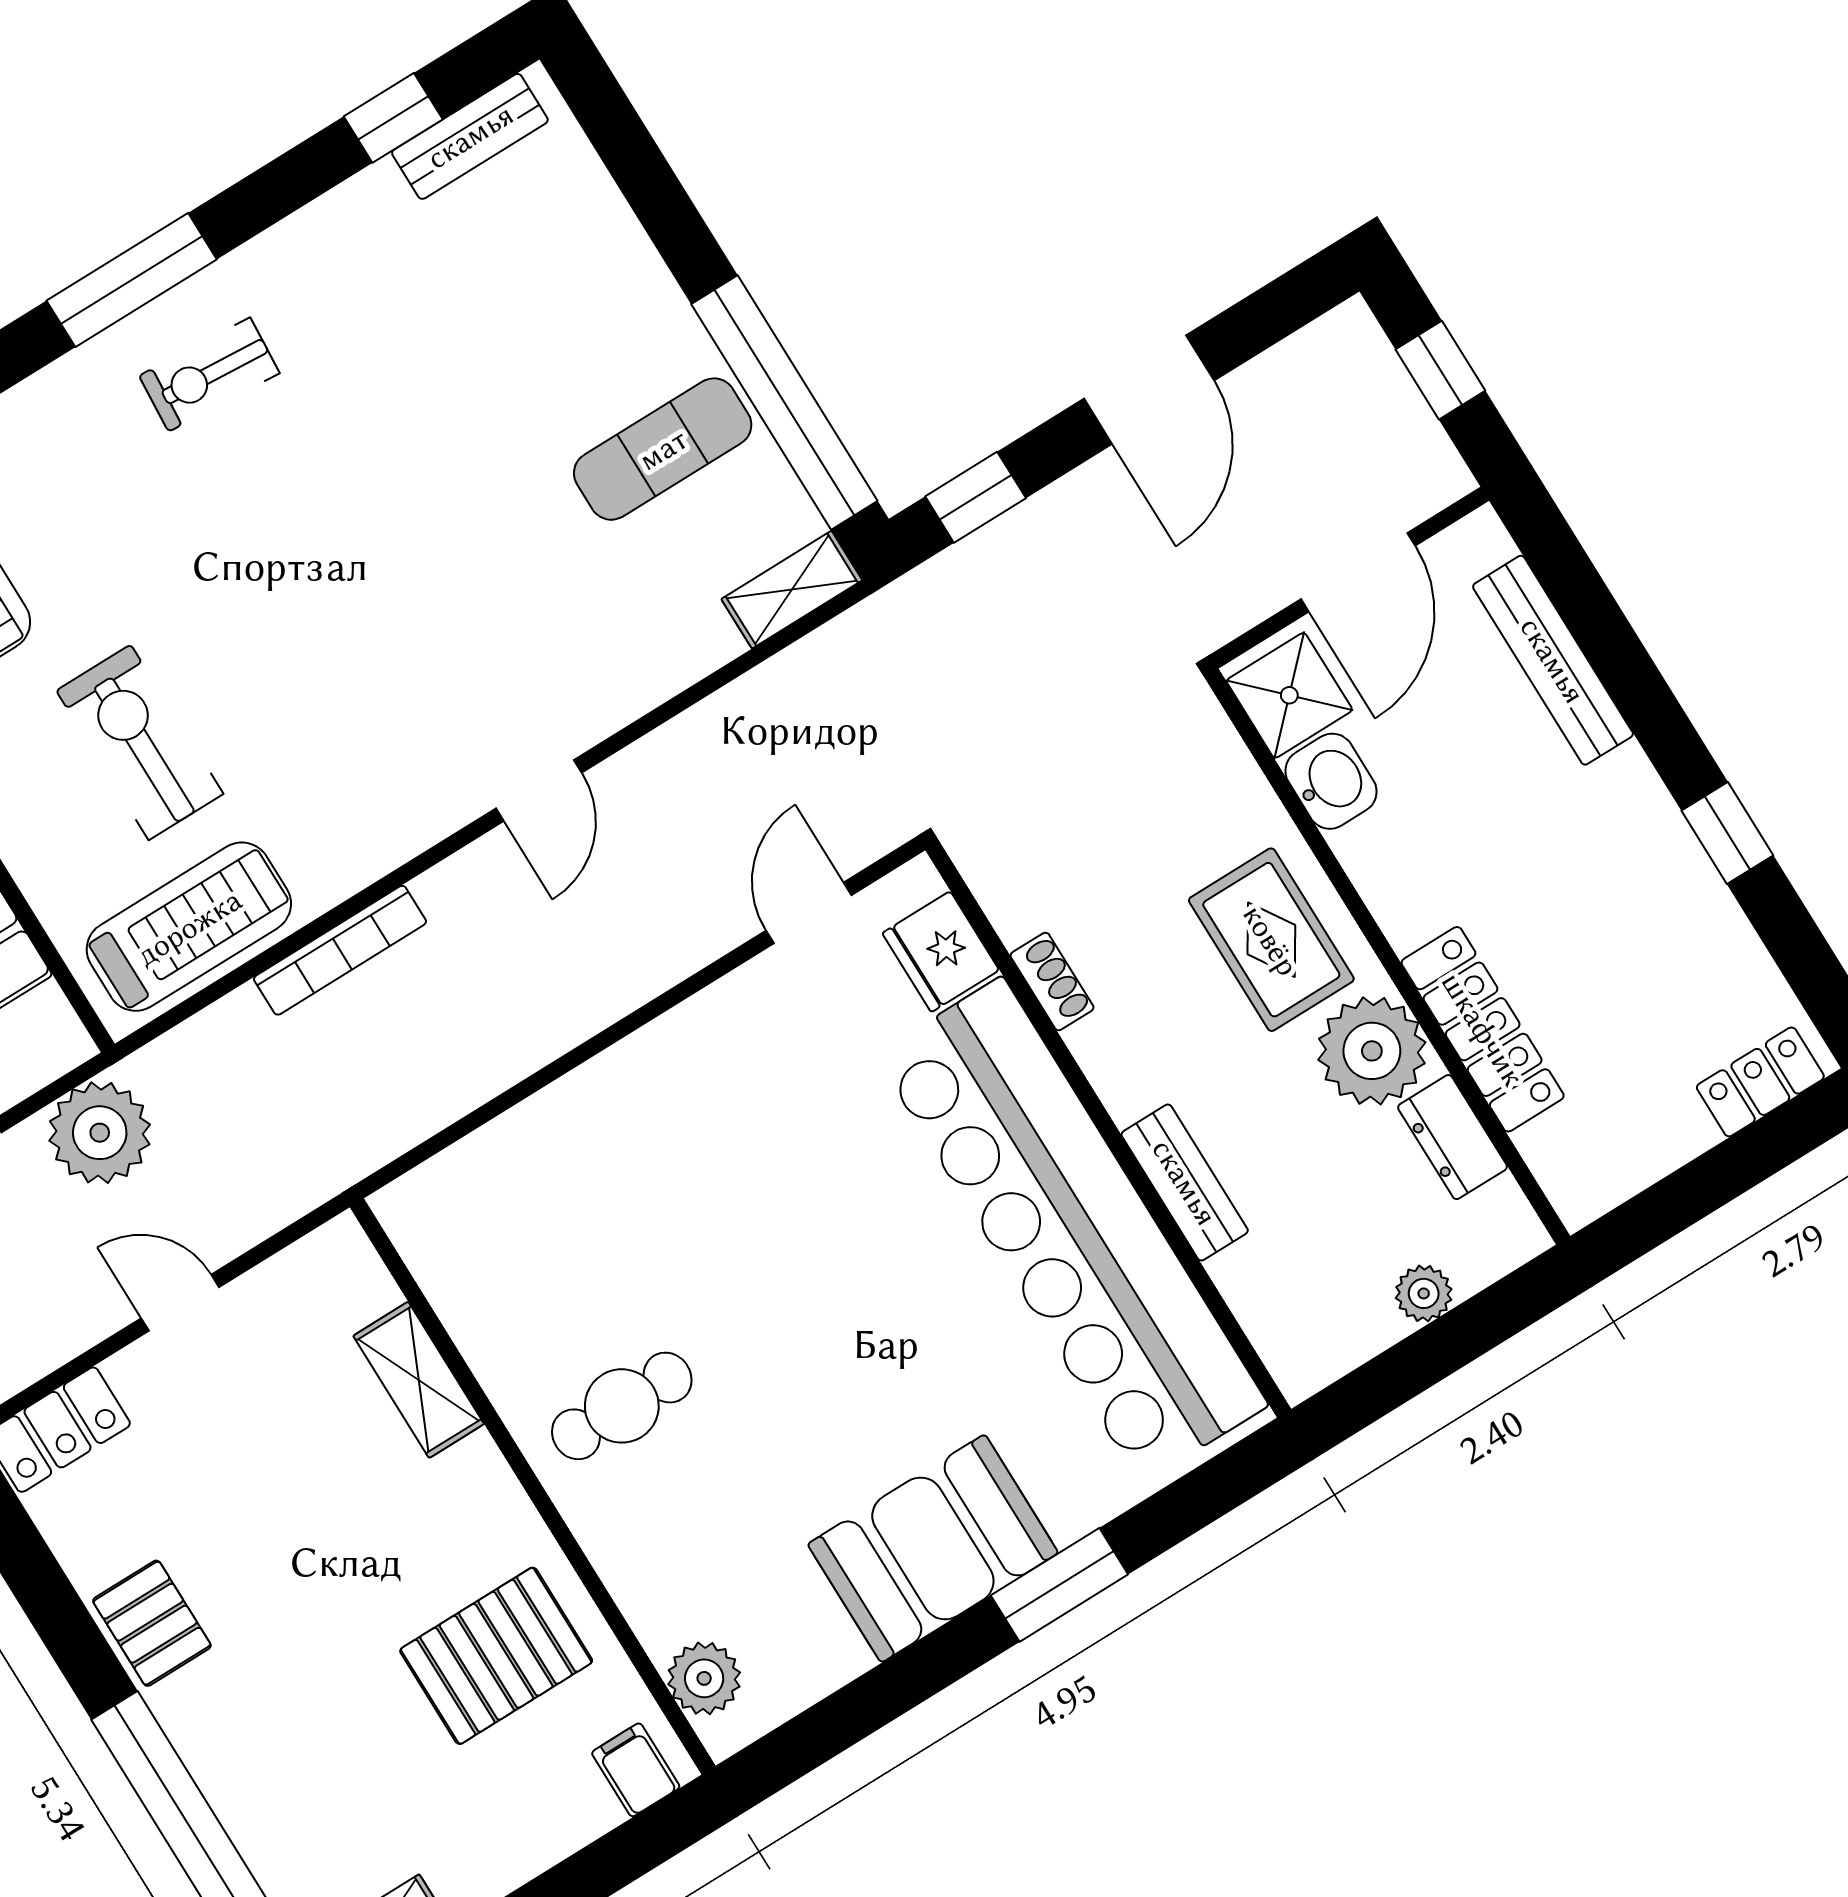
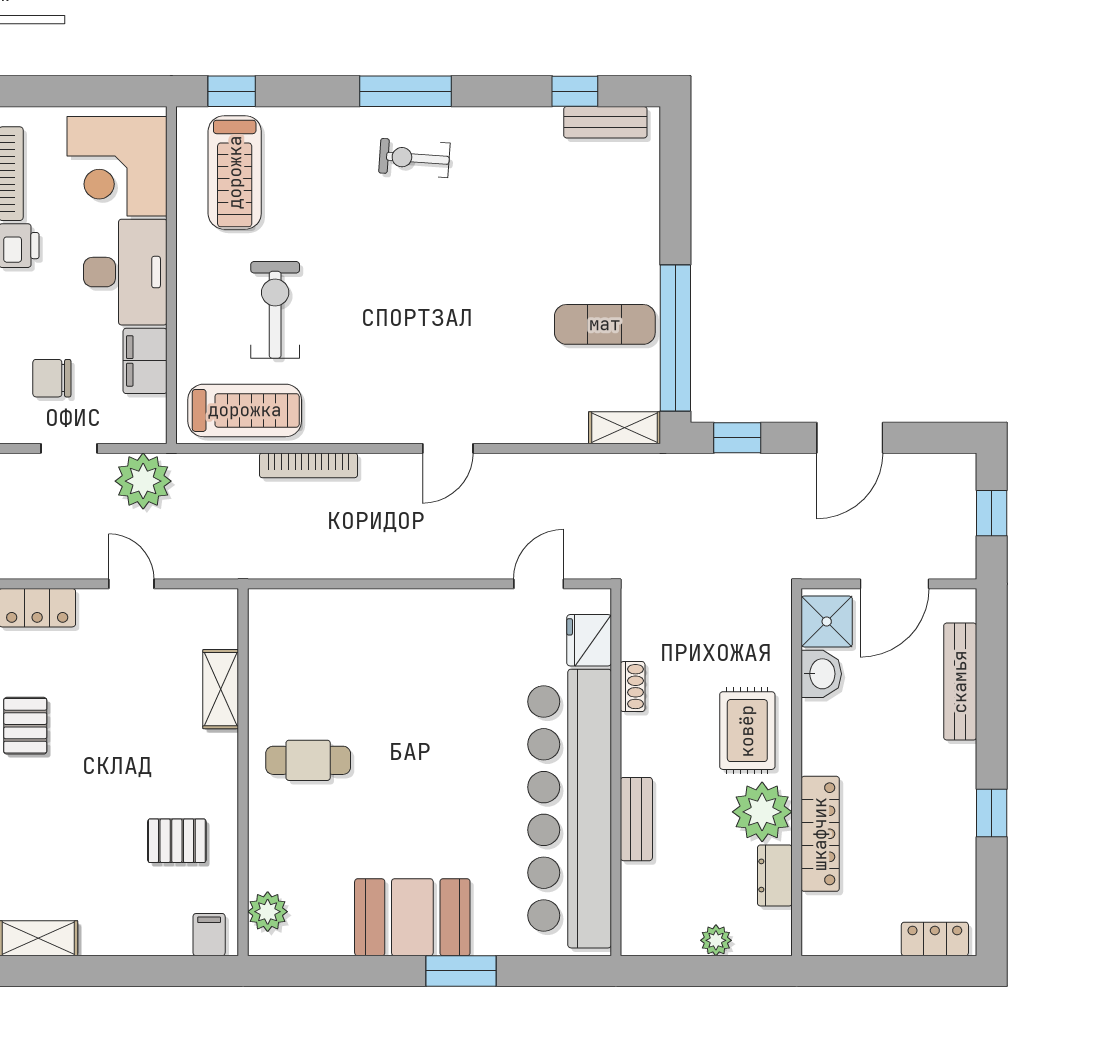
pallet: (496, 1656) -> (177, 841), width x0.67, depth x0.71

